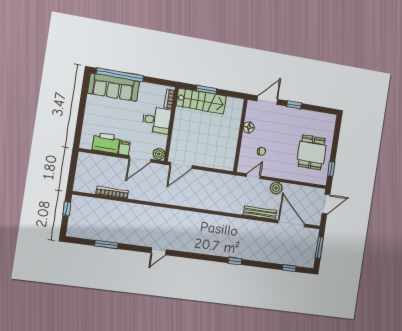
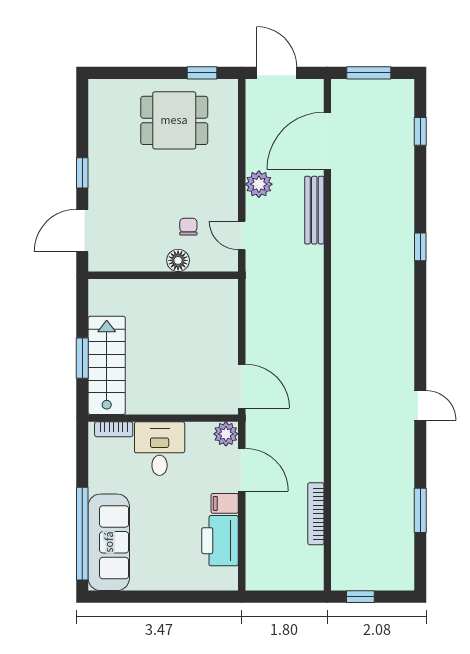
door: (267, 100) -> (82, 230), hinge flipped
floor lamp: (249, 127) -> (178, 260), moved

